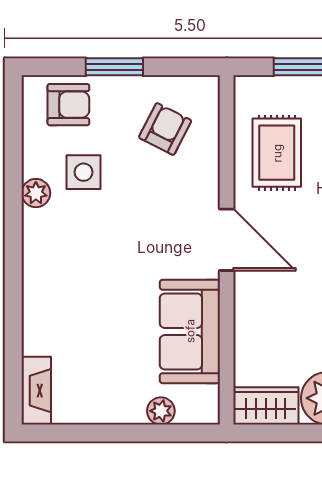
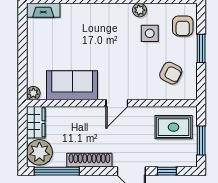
rug: (277, 153) -> (174, 127), moved
door: (227, 240) -> (117, 103), width x0.73
plant: (161, 411) -> (33, 93), moved

